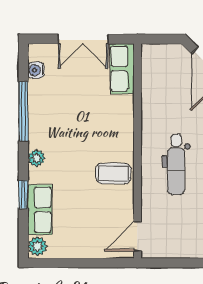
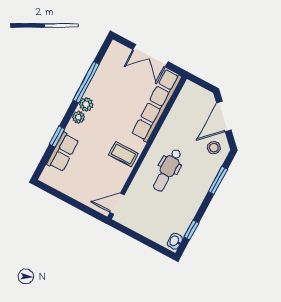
row of seats: (122, 69) -> (157, 105), width x2.02
water cooler: (36, 70) -> (109, 60), removed
plant: (37, 246) -> (86, 104), moved

